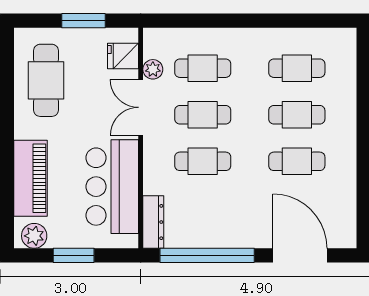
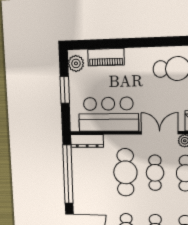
cafe table: (203, 161) -> (125, 172), width x1.37, depth x1.35
piano: (30, 178) -> (106, 57), width x0.73, depth x0.75

